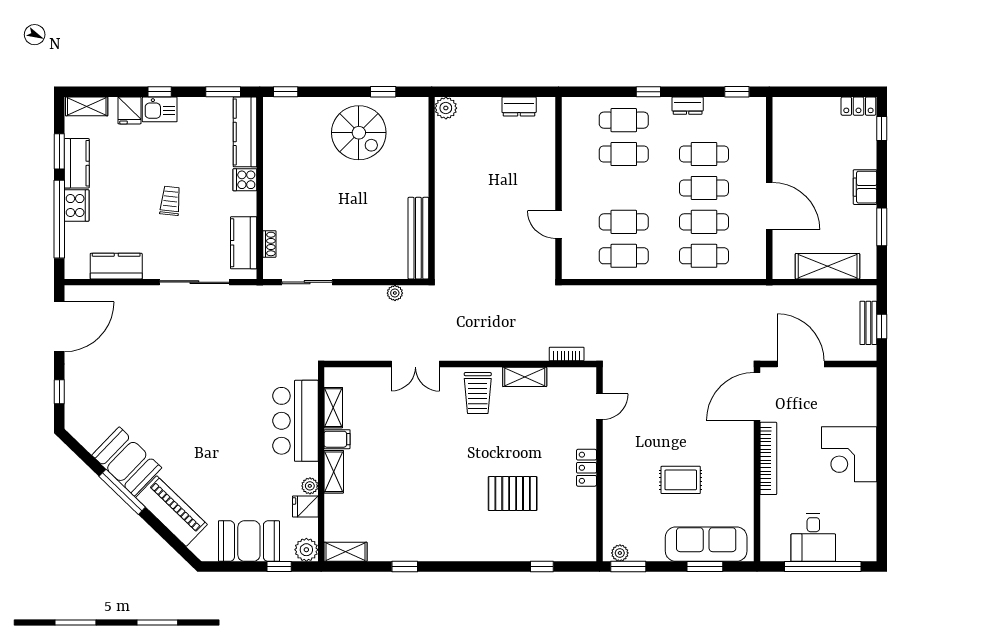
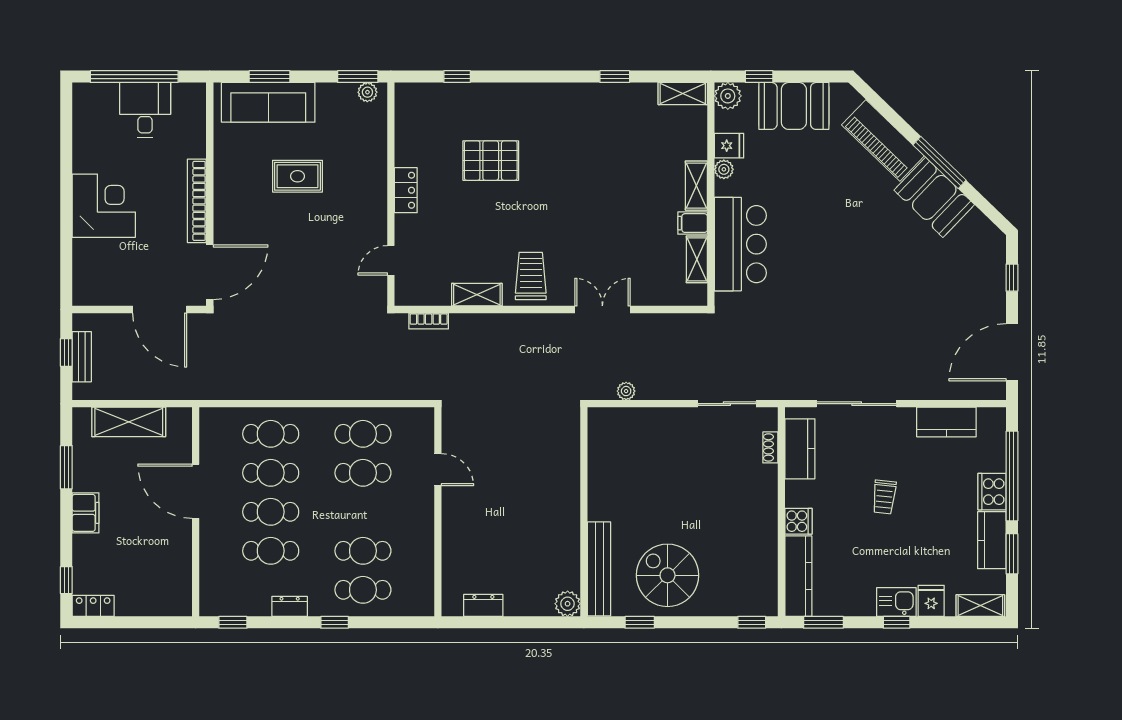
bench: (418, 238) -> (599, 569), moved

